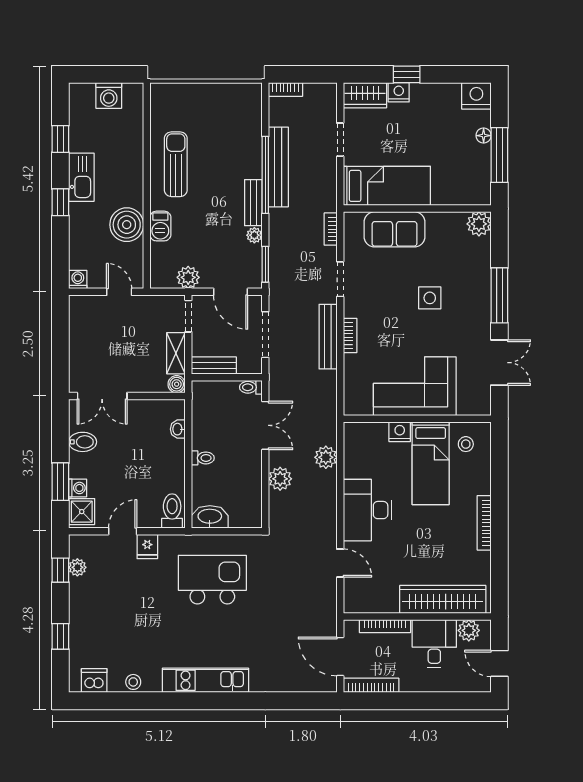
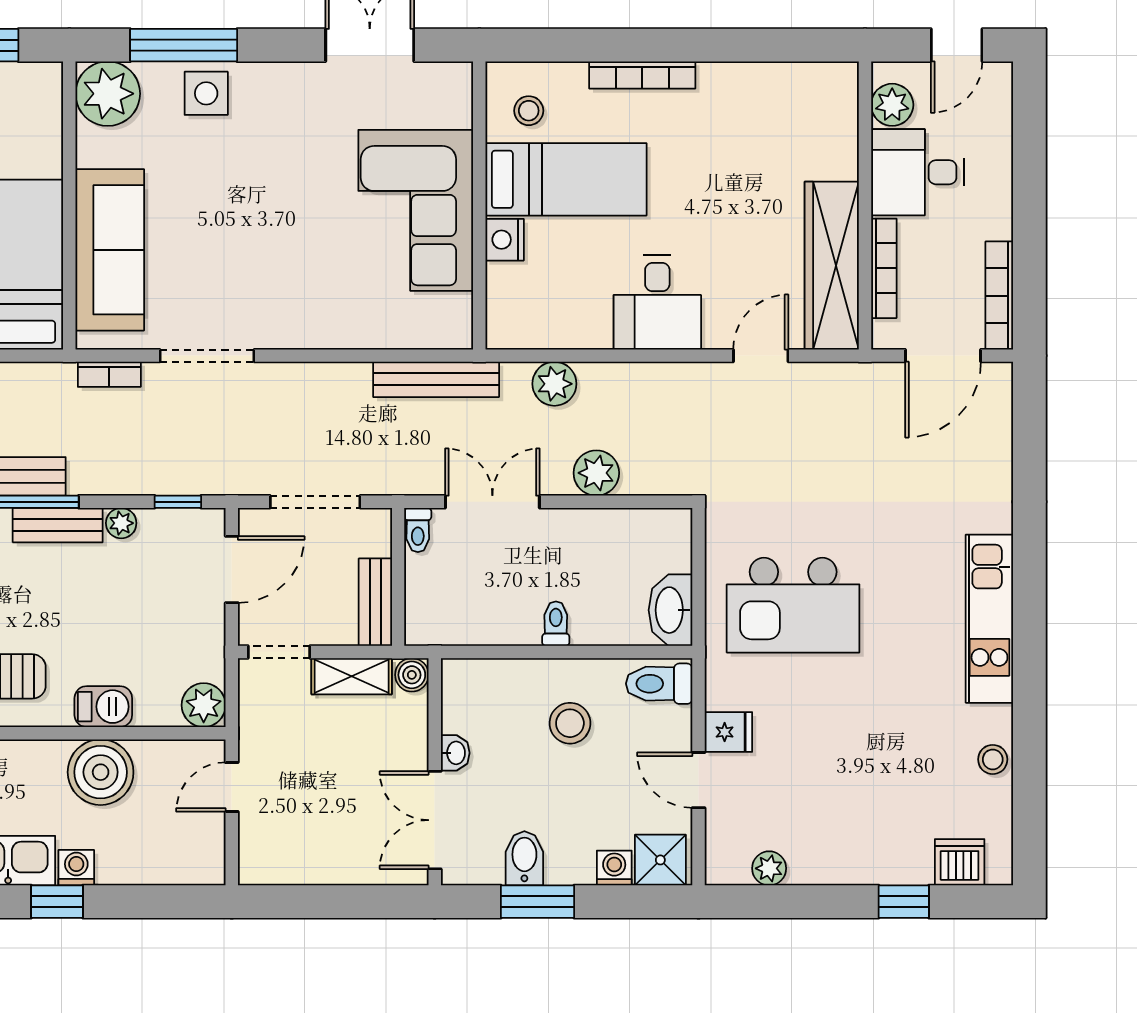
plant: (479, 224) -> (108, 94), width x1.36, depth x1.36
sofa: (394, 229) -> (110, 250), width x1.36
window: (265, 264) -> (178, 502), width x0.67
plant: (188, 277) -> (204, 705), moved
doorway: (340, 279) -> (207, 356), width x1.38
washing machine: (78, 280) -> (76, 868), moved, turned 90
window: (499, 295) -> (184, 45), moved
side table: (430, 298) -> (206, 93), moved
bookcase: (350, 335) -> (317, 336), removed
bench: (328, 337) -> (436, 379), moved
double door: (102, 396) -> (435, 820), swing flipped
washbasin: (178, 429) -> (455, 753), moved, turned -90
stool: (152, 465) -> (570, 723), added
window: (60, 482) -> (537, 902), moved
desk: (367, 510) -> (657, 302), width x0.73
bookcase: (484, 523) -> (642, 75), moved
window: (60, 570) -> (775, 902), removed
kitchen island: (212, 580) -> (793, 605), turned -90
wardrobe: (443, 599) -> (832, 266), moved
dishwasher: (94, 681) -> (960, 862), moved, turned 90

